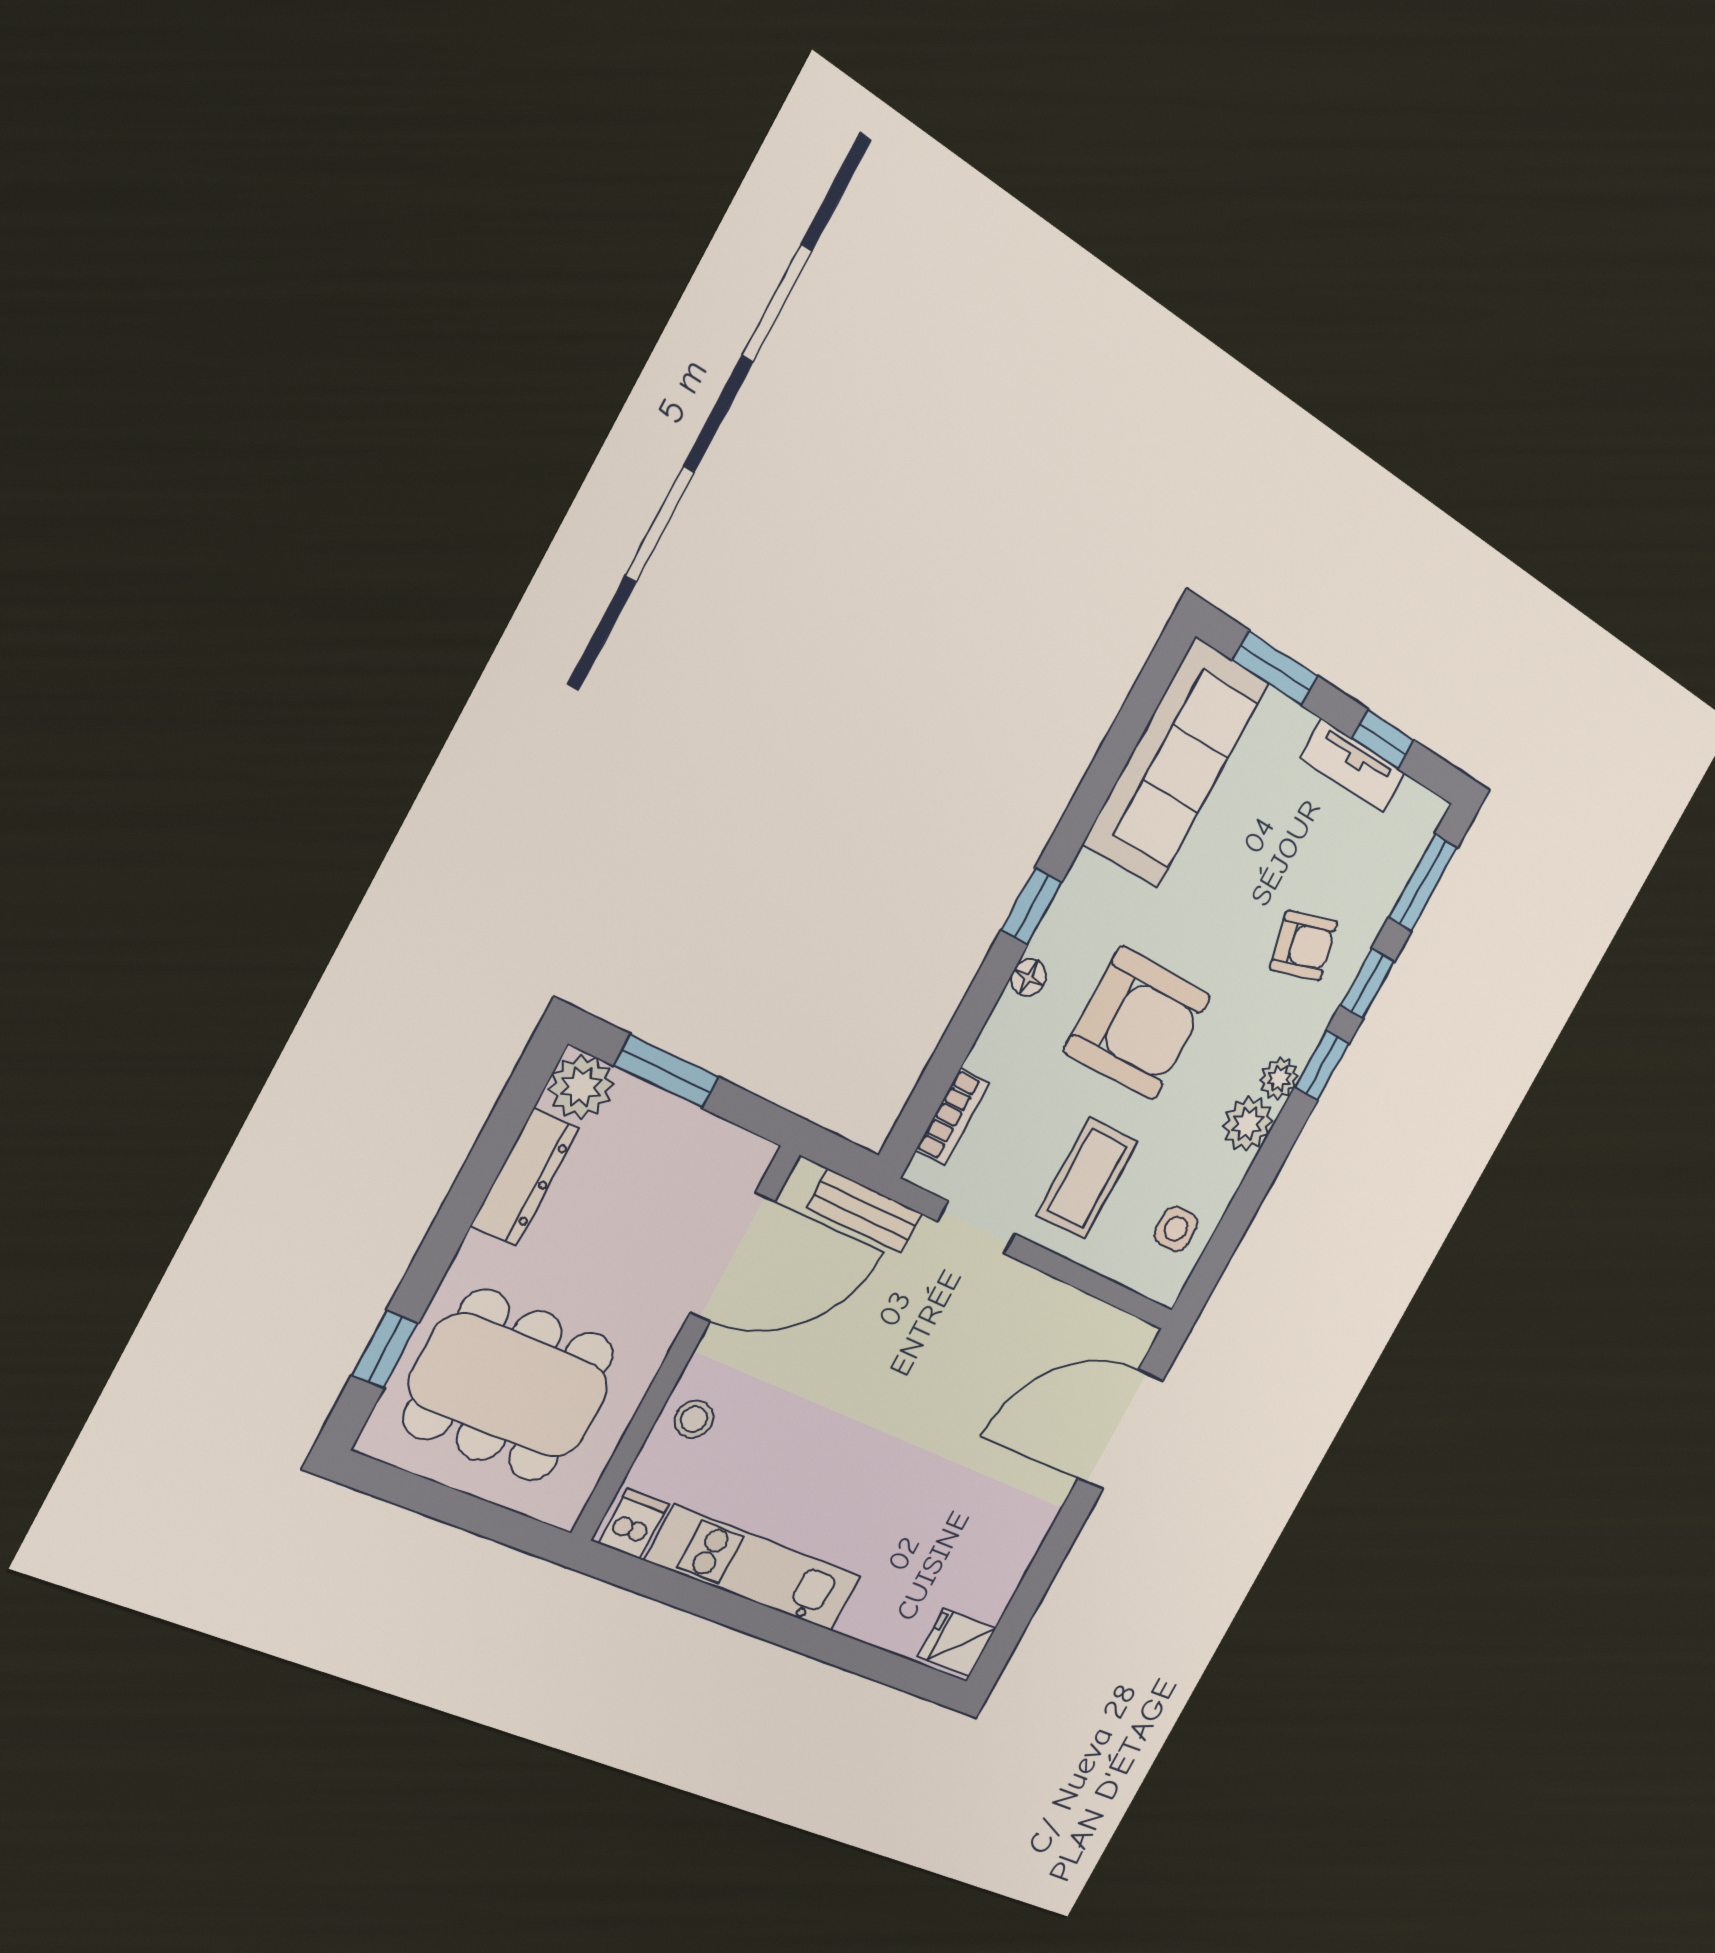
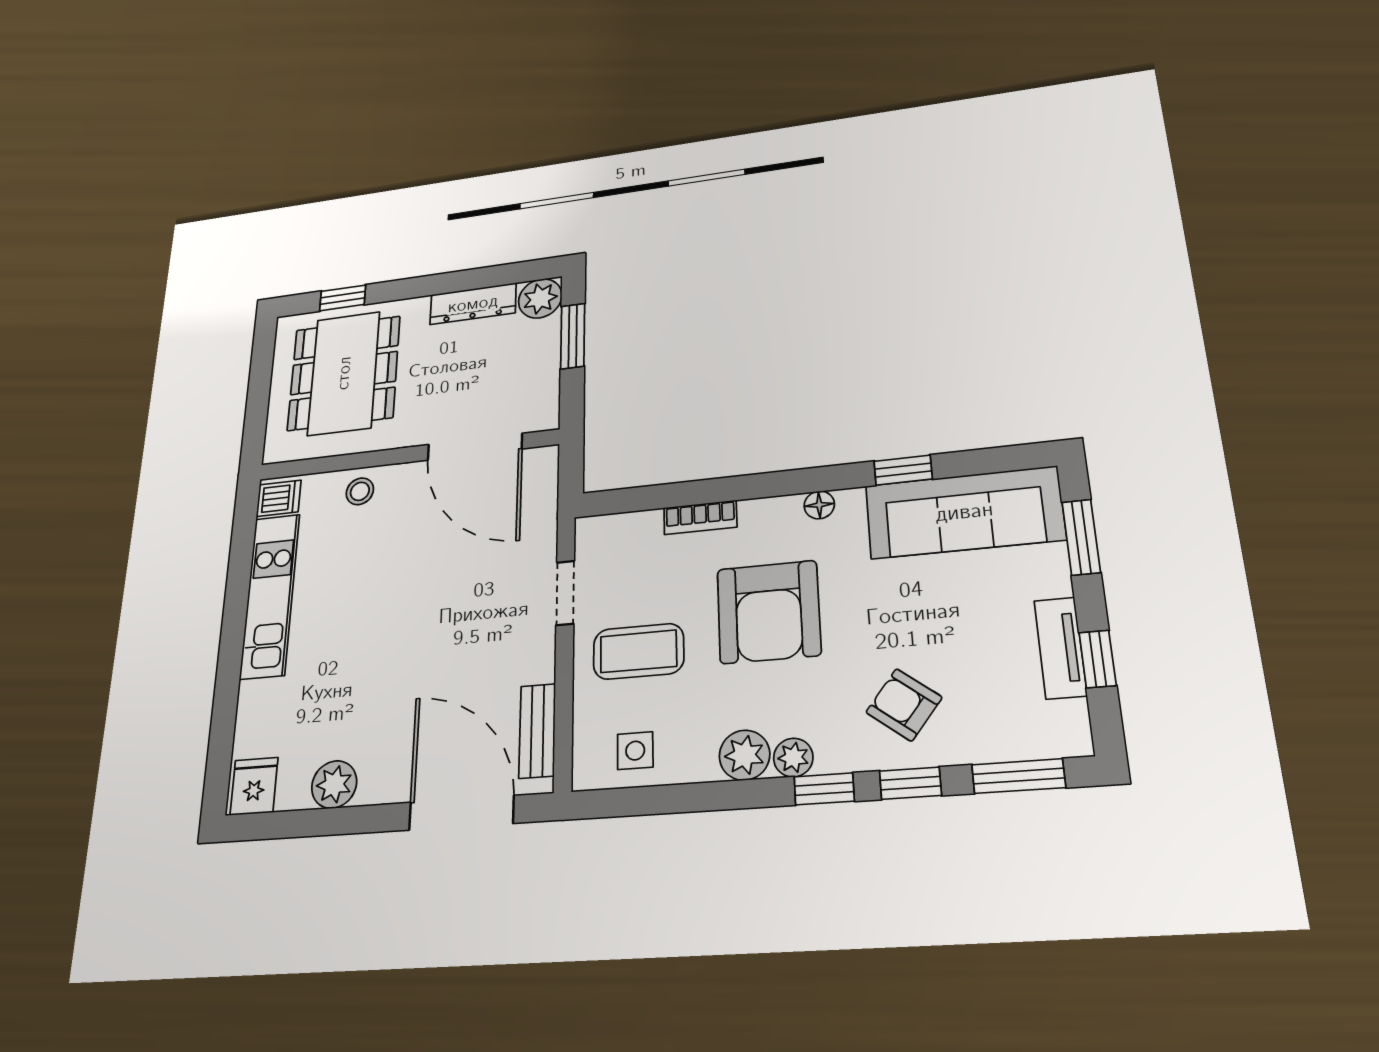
window: (1031, 906) -> (903, 470), moved
armchair: (1303, 945) -> (904, 705), turned 143
floor lamp: (1029, 977) -> (819, 505), moved
bookcase: (952, 1117) -> (700, 517), moved
bench: (865, 1211) -> (537, 731), moved
plant: (1010, 1554) -> (334, 784), added

